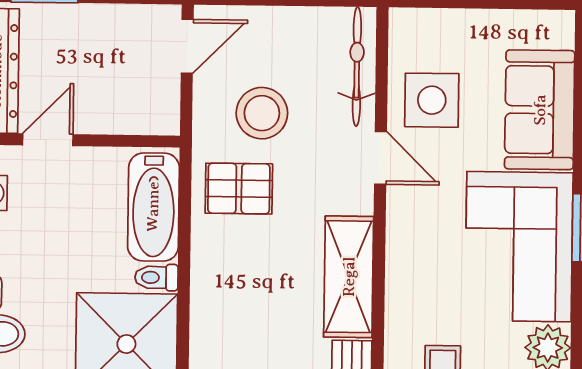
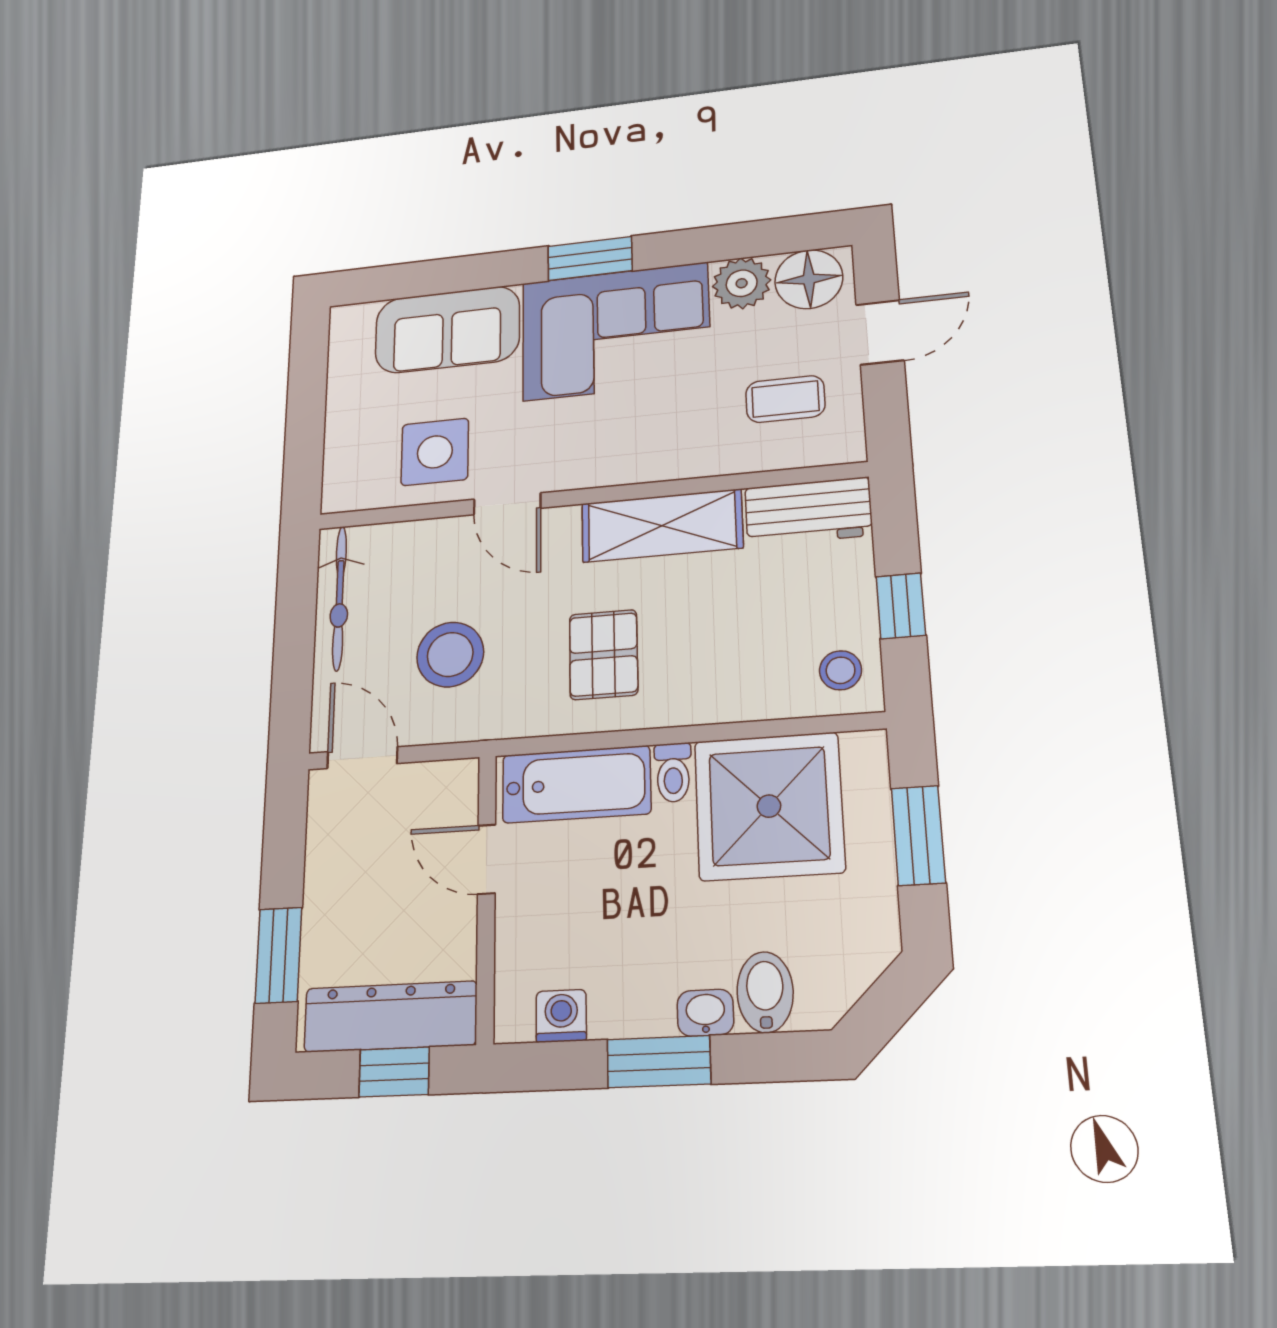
bicycle: (357, 67) -> (339, 598), moved, turned -90
door: (48, 140) -> (487, 859), moved
door: (380, 158) -> (507, 504), swing flipped
pallet: (239, 189) -> (603, 655), moved

